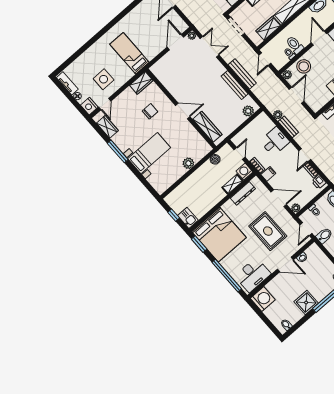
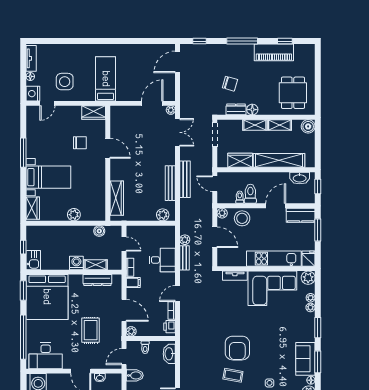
door: (265, 59) -> (215, 184), hinge flipped
door: (297, 95) -> (215, 237), hinge flipped
door: (183, 111) -> (108, 148), moved
wardrobe: (107, 127) -> (33, 208), moved
door: (239, 153) -> (124, 244), hinge flipped
washing machine: (244, 172) -> (76, 263), moved
rug: (268, 231) -> (91, 330), width x0.73, depth x0.70

